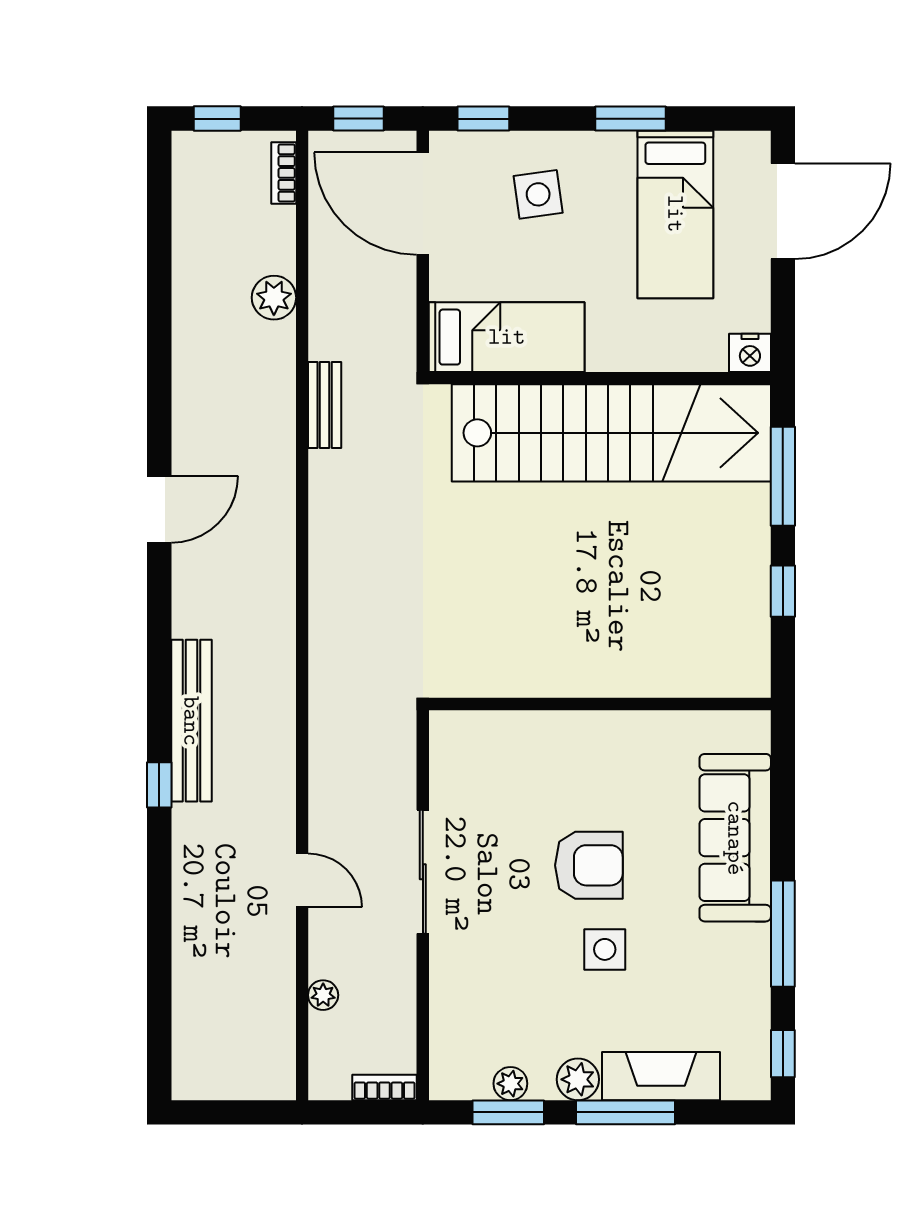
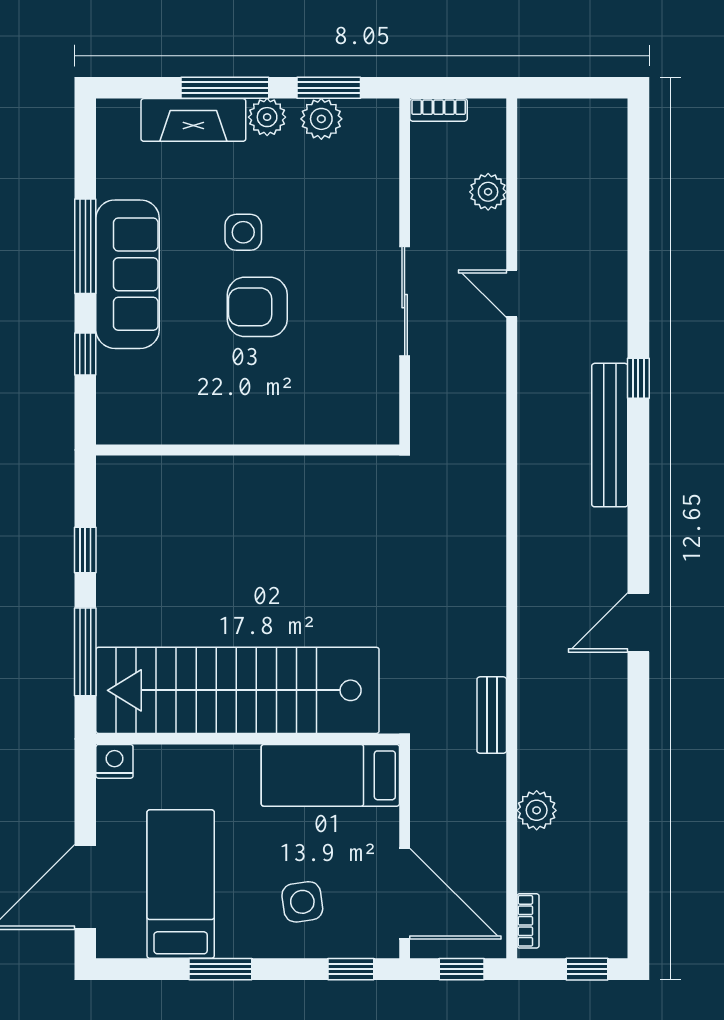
sofa: (735, 838) -> (128, 274), moved
plant: (323, 995) -> (488, 192), width x1.38, depth x1.38
window: (783, 1054) -> (85, 354), moved
plant: (510, 1084) -> (321, 119), width x1.38, depth x1.38

